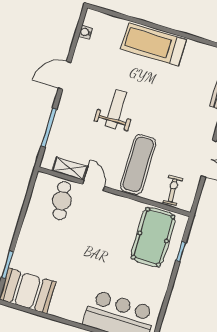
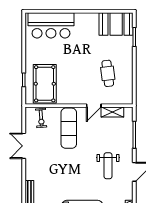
weight bench: (116, 109) -> (108, 166), moved
door: (94, 185) -> (94, 106), hinge flipped
cafe table: (62, 201) -> (108, 73), moved

